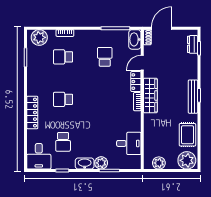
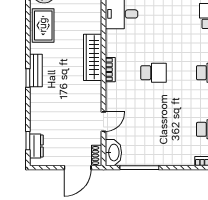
school desk: (105, 57) -> (154, 73), moved, turned -90
locker: (136, 82) -> (112, 96), removed
wardrobe: (150, 95) -> (93, 57), moved
bench: (193, 97) -> (36, 70), width x0.73

